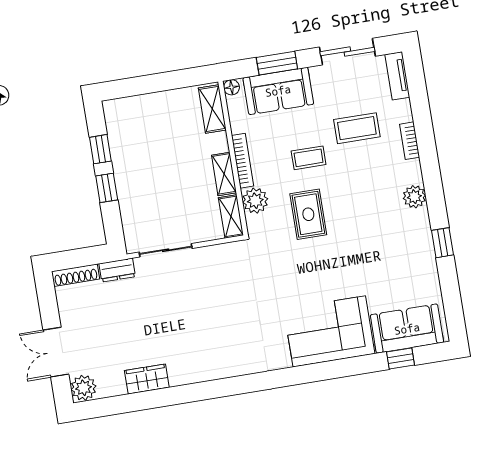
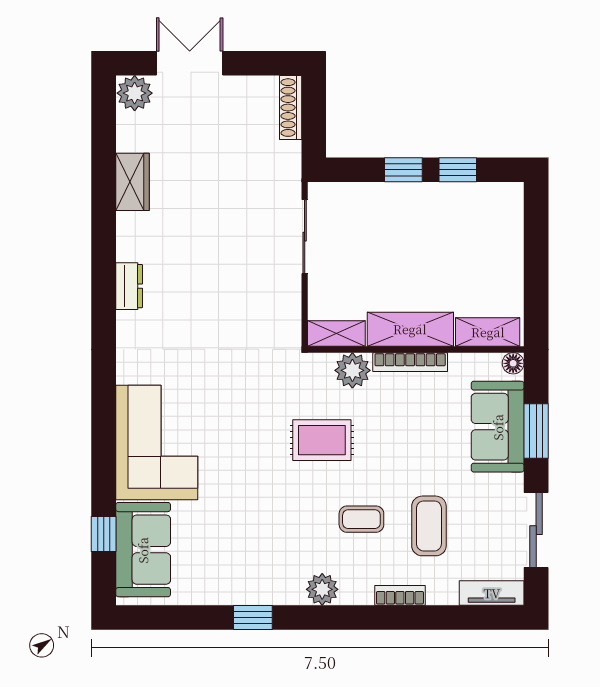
coffee table: (309, 158) -> (361, 519), moved, turned 90
shelving: (224, 174) -> (410, 329), width x1.50, depth x1.33
dresser: (117, 270) -> (129, 286), moved, turned 180

